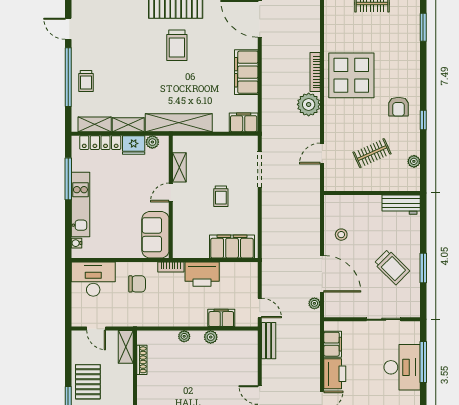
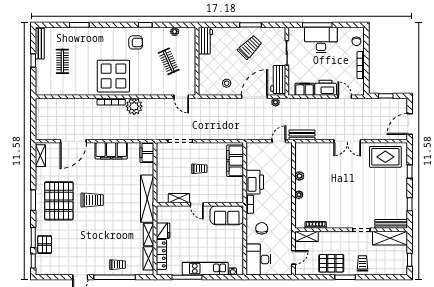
plant: (152, 142) -> (161, 217), removed
door: (322, 153) -> (181, 97), moved
workbench: (346, 307) -> (278, 80), added
filing cabinet: (221, 318) -> (286, 168), removed

